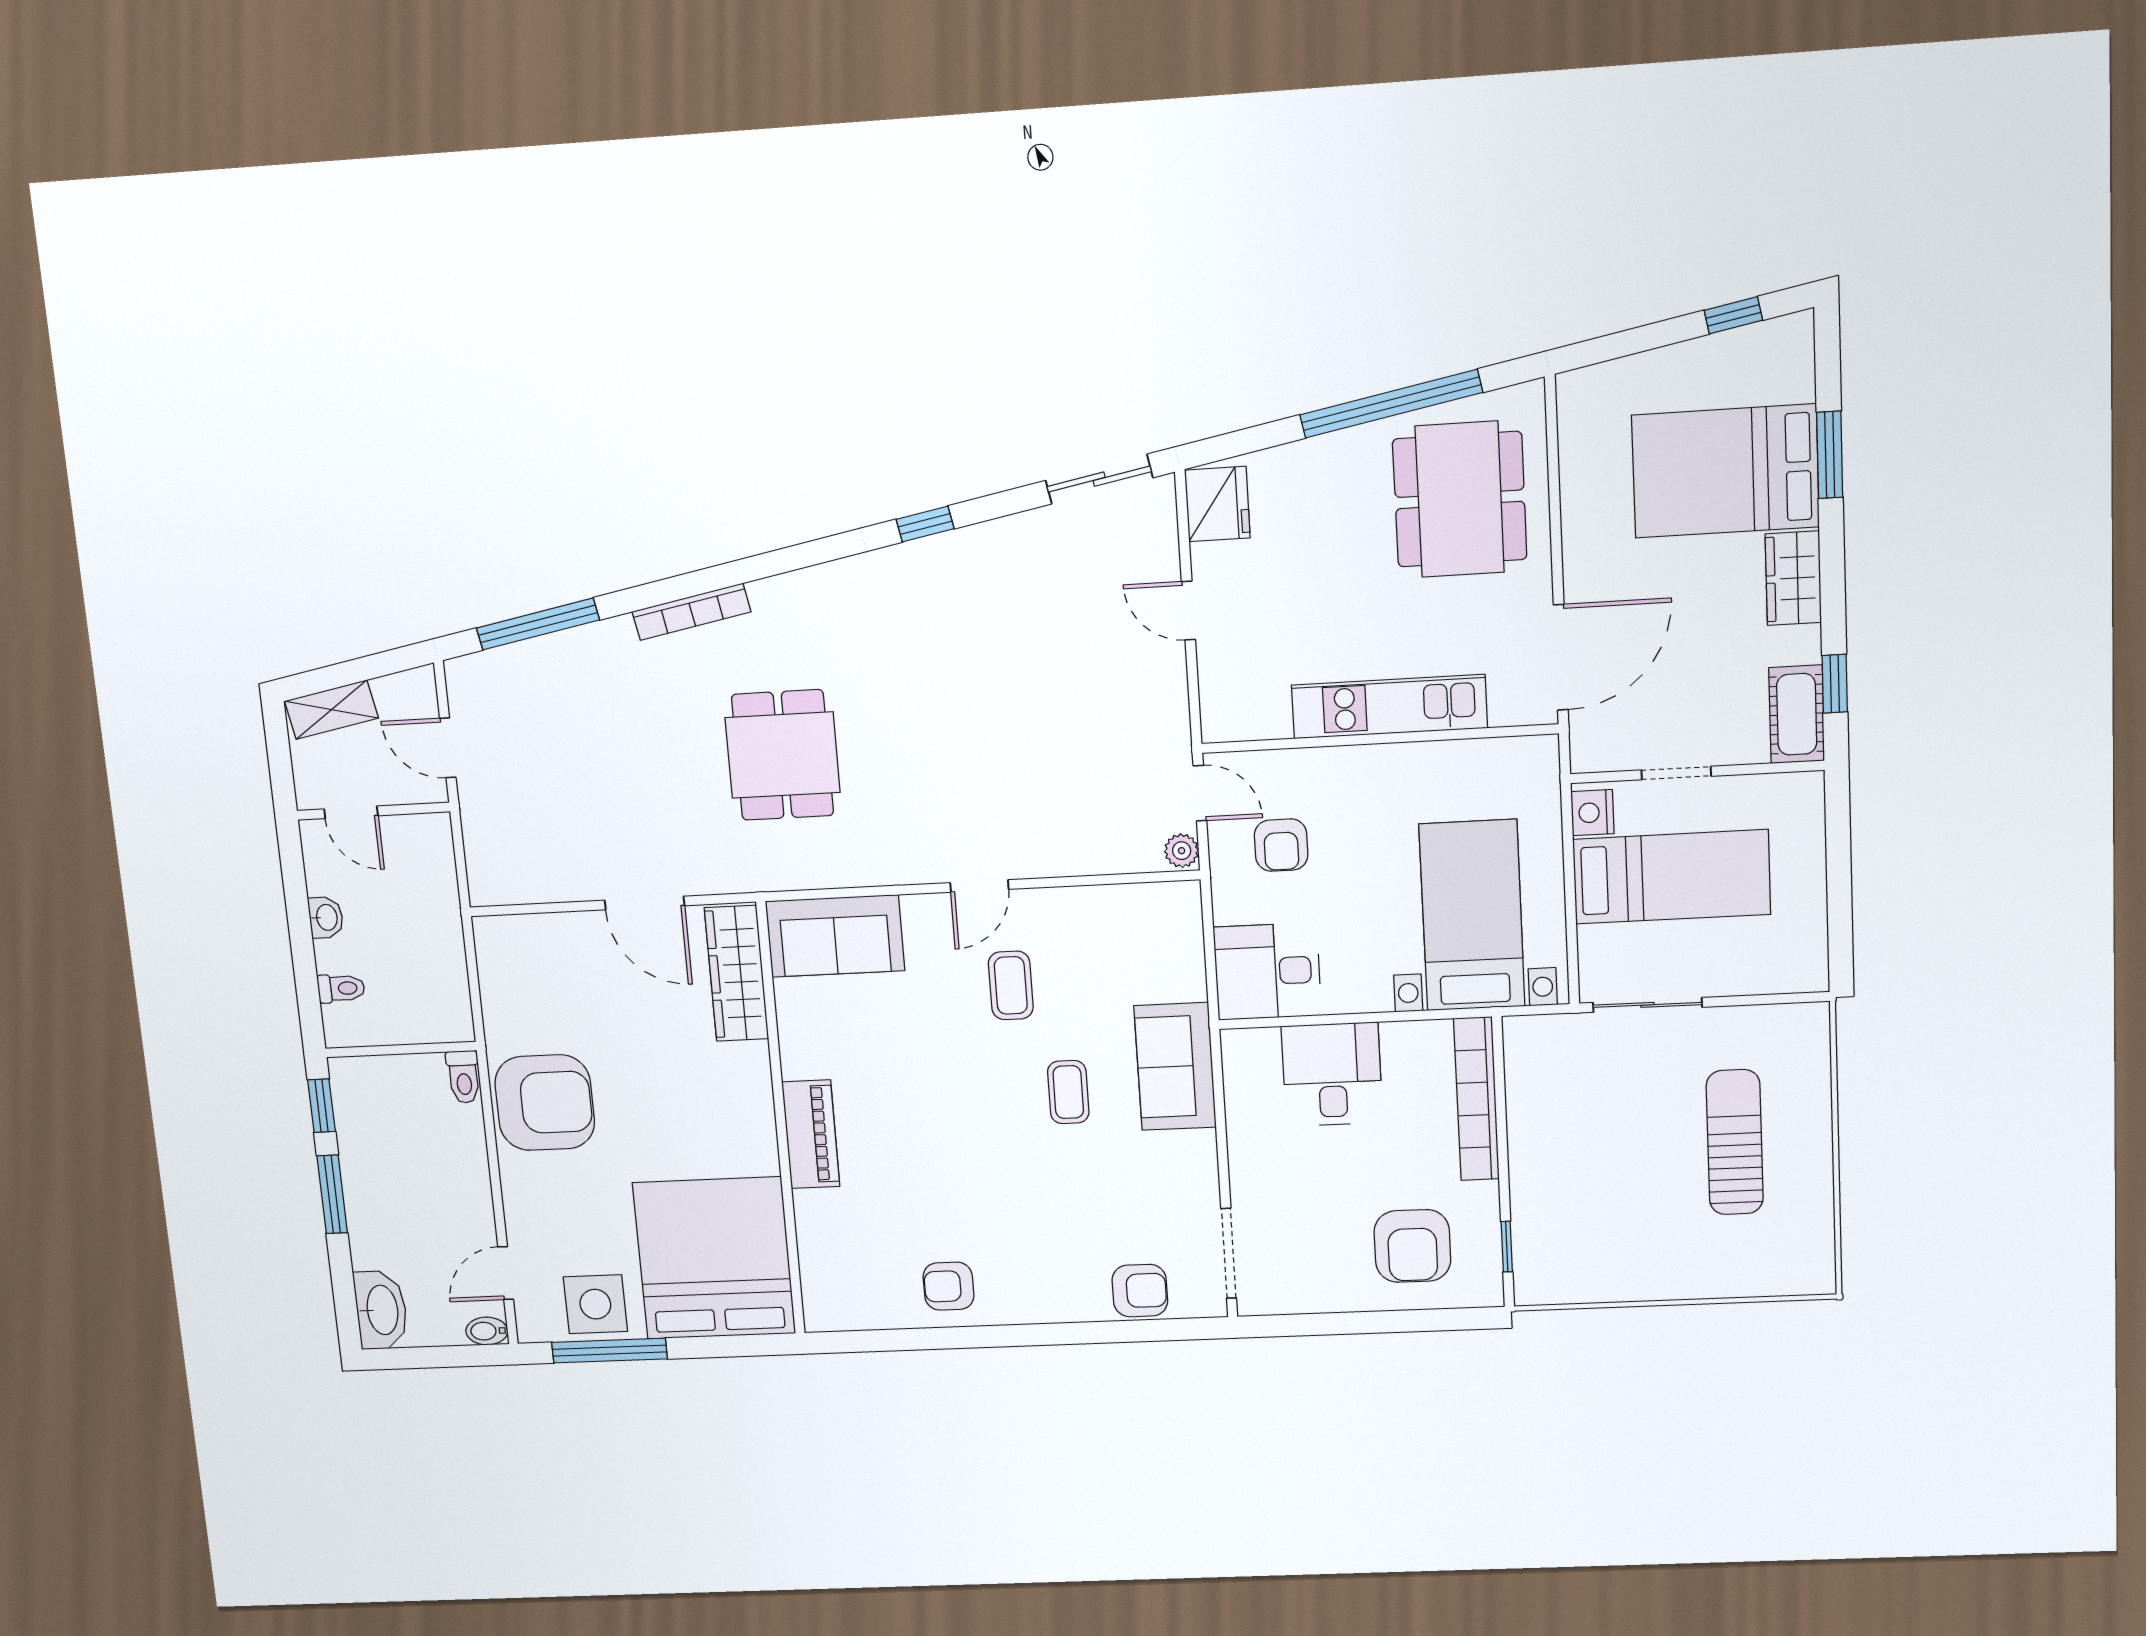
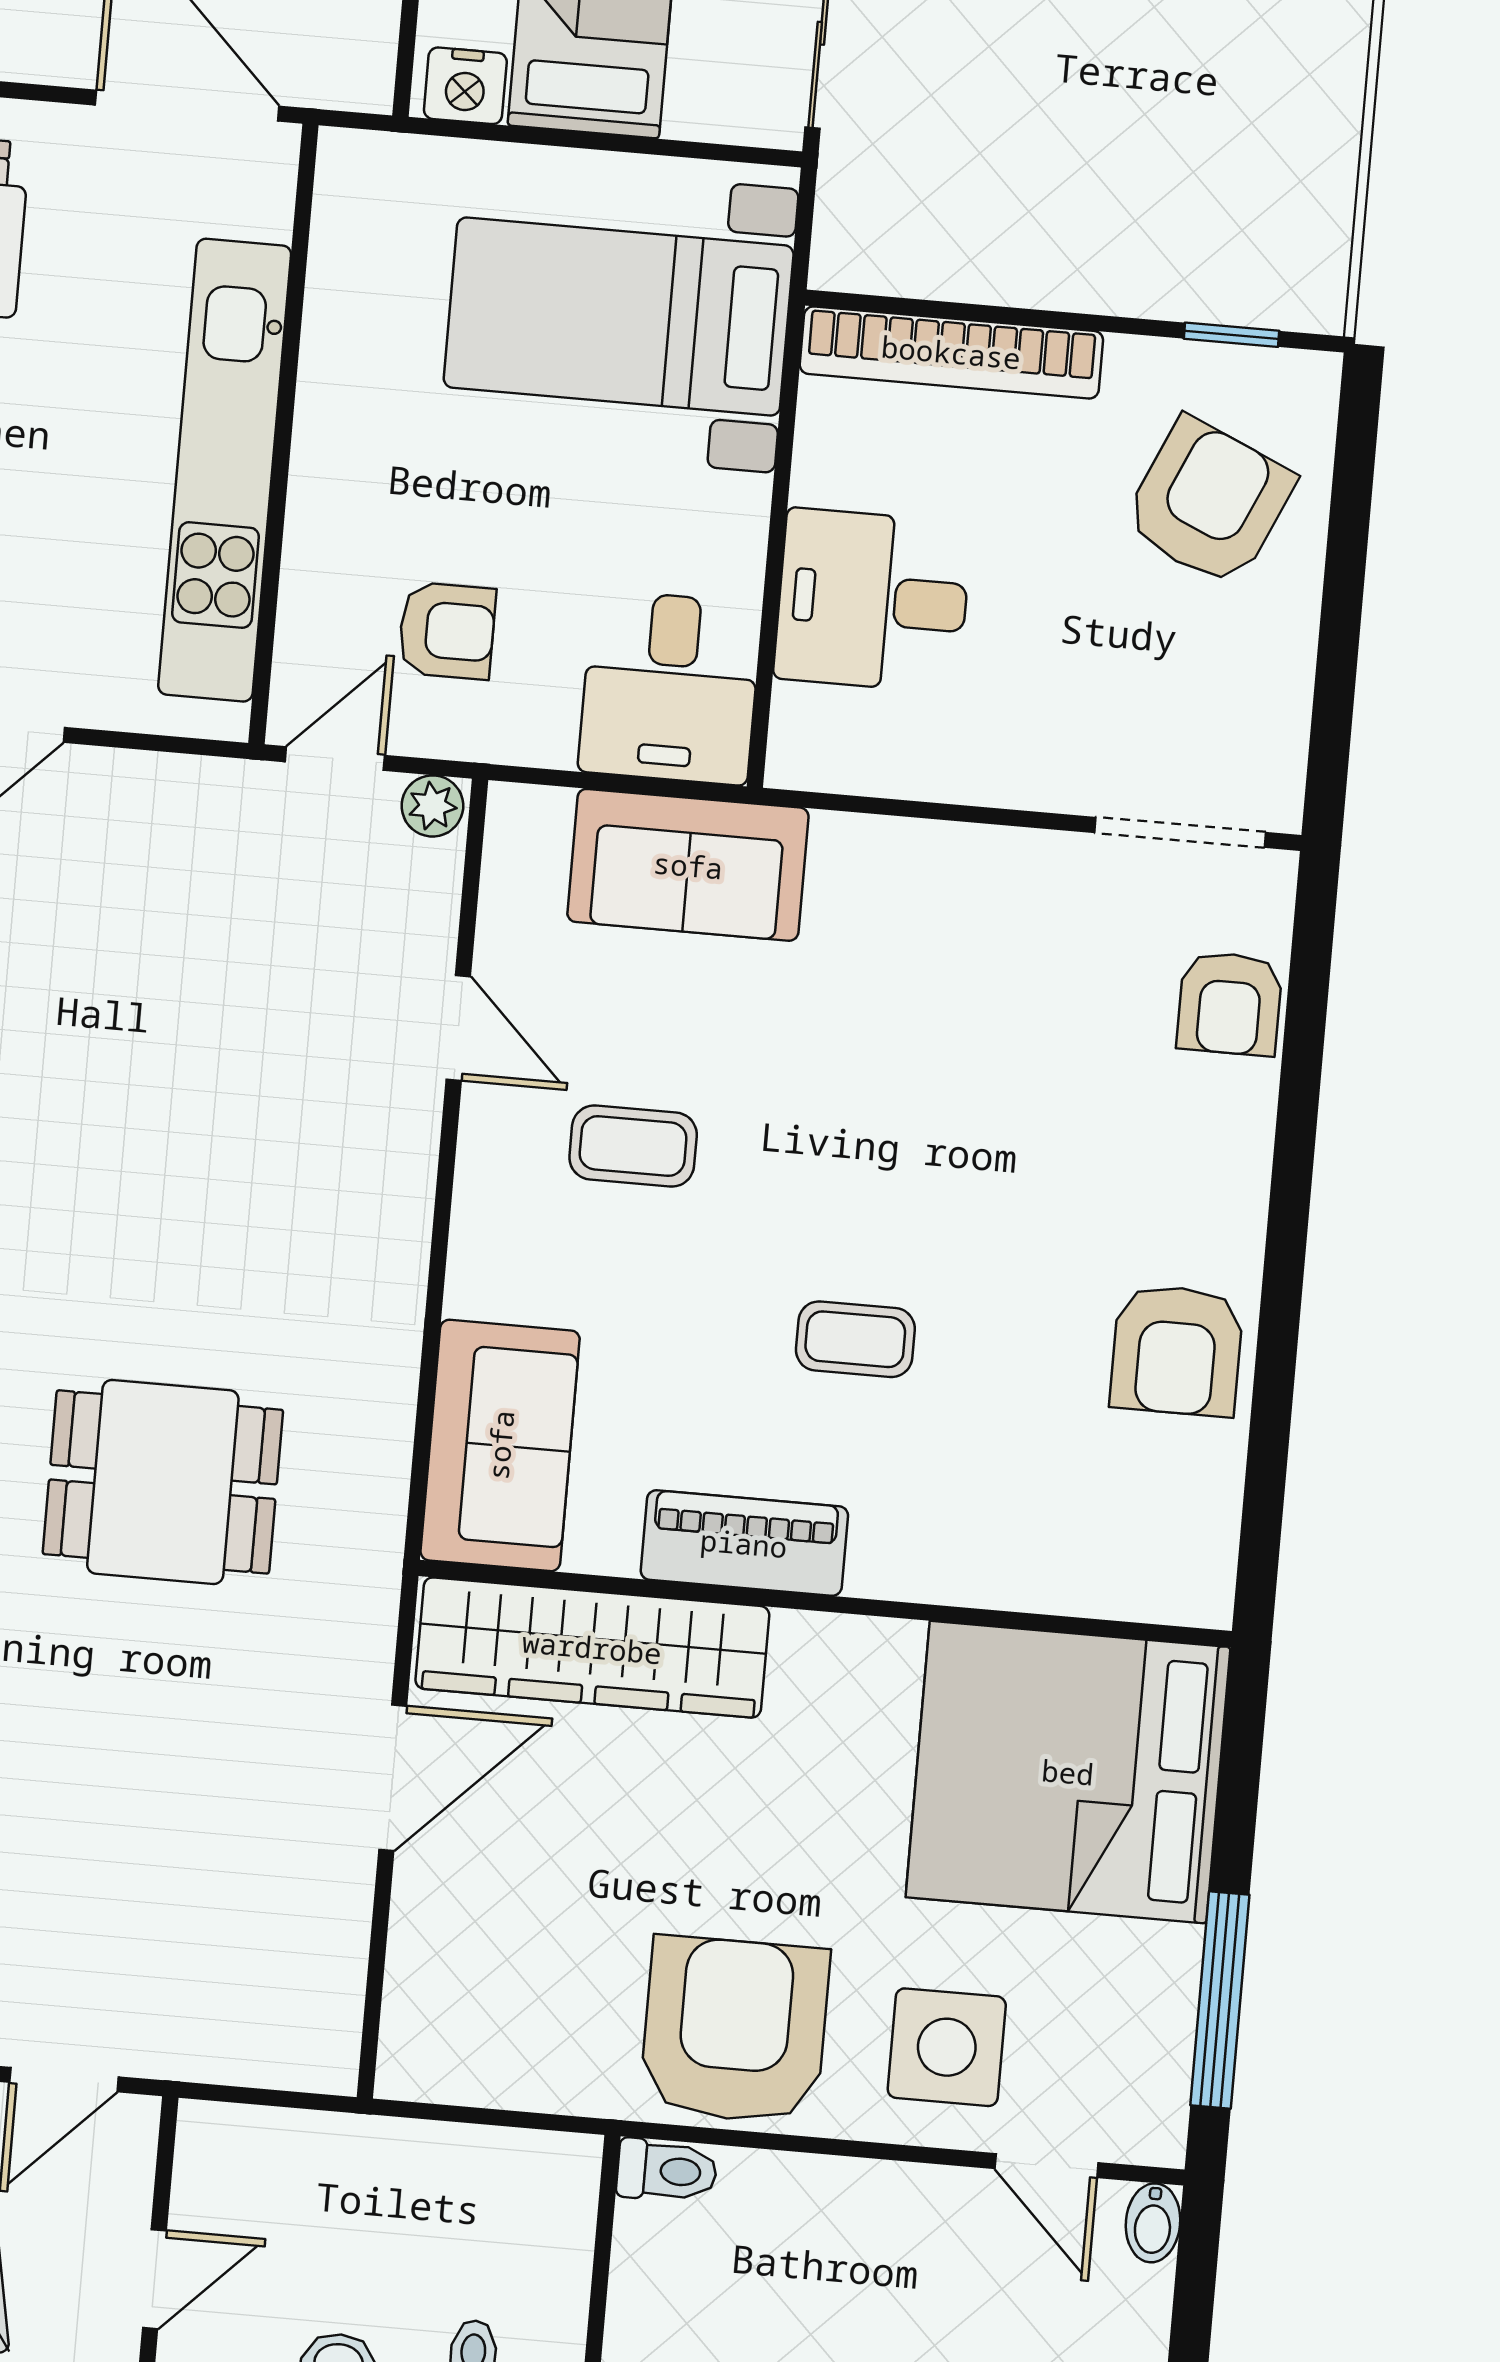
kitchen unit: (1389, 707) -> (225, 470), width x1.36
door: (979, 886) -> (458, 1028), moved
wardrobe: (737, 973) -> (592, 1647), width x1.40, depth x1.17
sofa: (1175, 1066) -> (688, 865), moved
coffee table: (1068, 1092) -> (855, 1339), moved
piano: (811, 1134) -> (744, 1543), moved
armchair: (1412, 1246) -> (1209, 502), turned -66
armchair: (949, 1286) -> (1177, 1350), width x1.38, depth x1.38
armchair: (1140, 1291) -> (1230, 1004), turned 180
side table: (595, 1304) -> (947, 2047), moved

